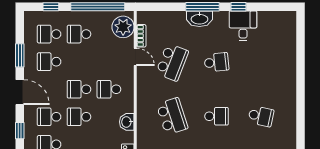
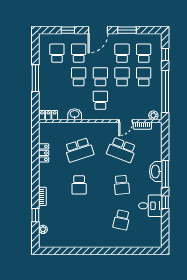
plant: (123, 27) -> (153, 115), width x0.53, depth x0.53
school desk: (79, 62) -> (122, 77), added
school desk: (261, 116) -> (122, 220), moved

